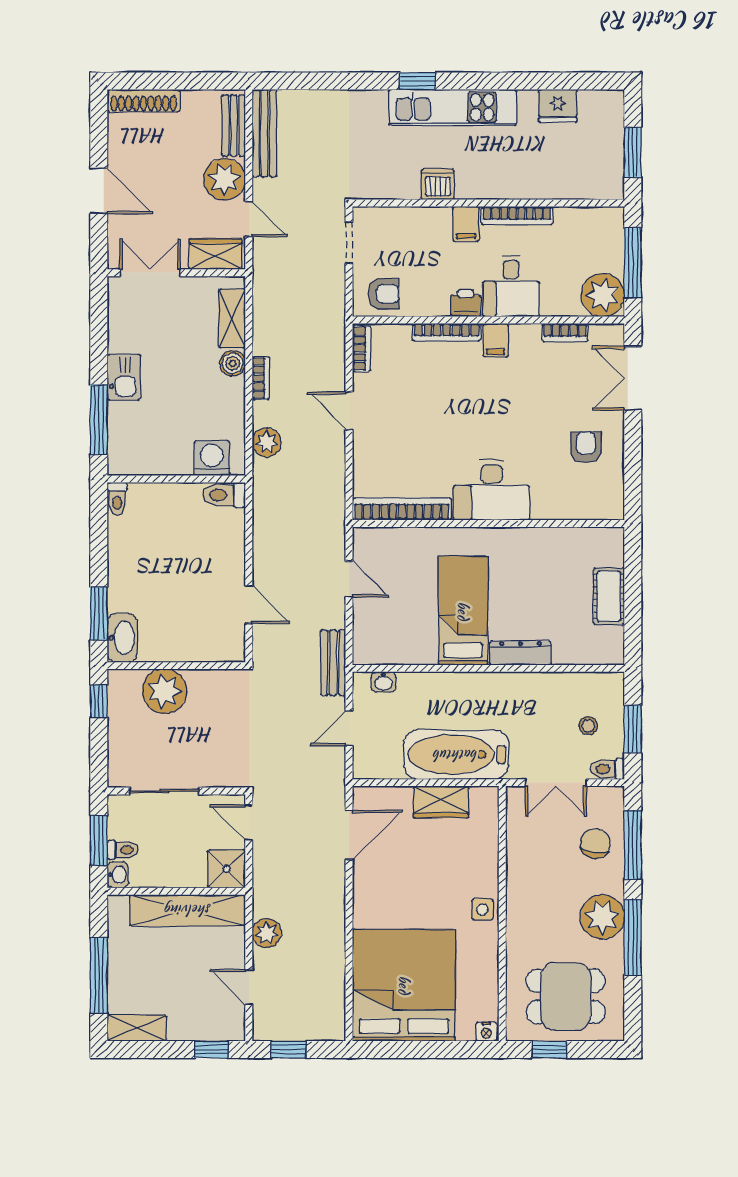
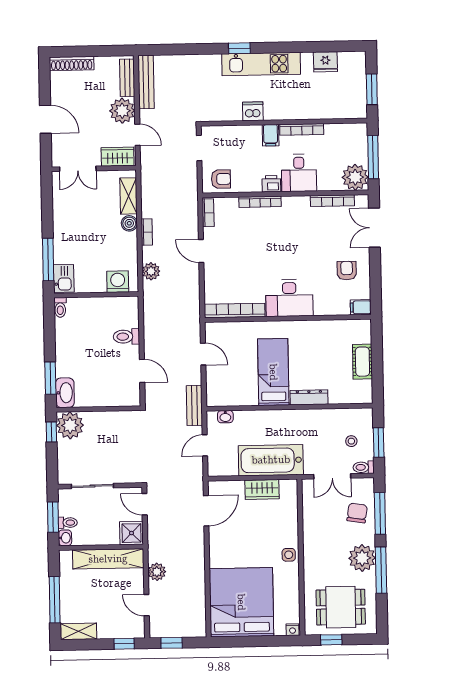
double door: (150, 273) -> (78, 169), swing flipped
bookcase: (565, 333) -> (332, 201), width x1.56
filing cabinet: (496, 340) -> (361, 307), moved, turned 90
kitchen sink: (124, 377) -> (64, 278), moved
toilet: (224, 495) -> (126, 337), moved
plant: (164, 691) -> (70, 425), moved

